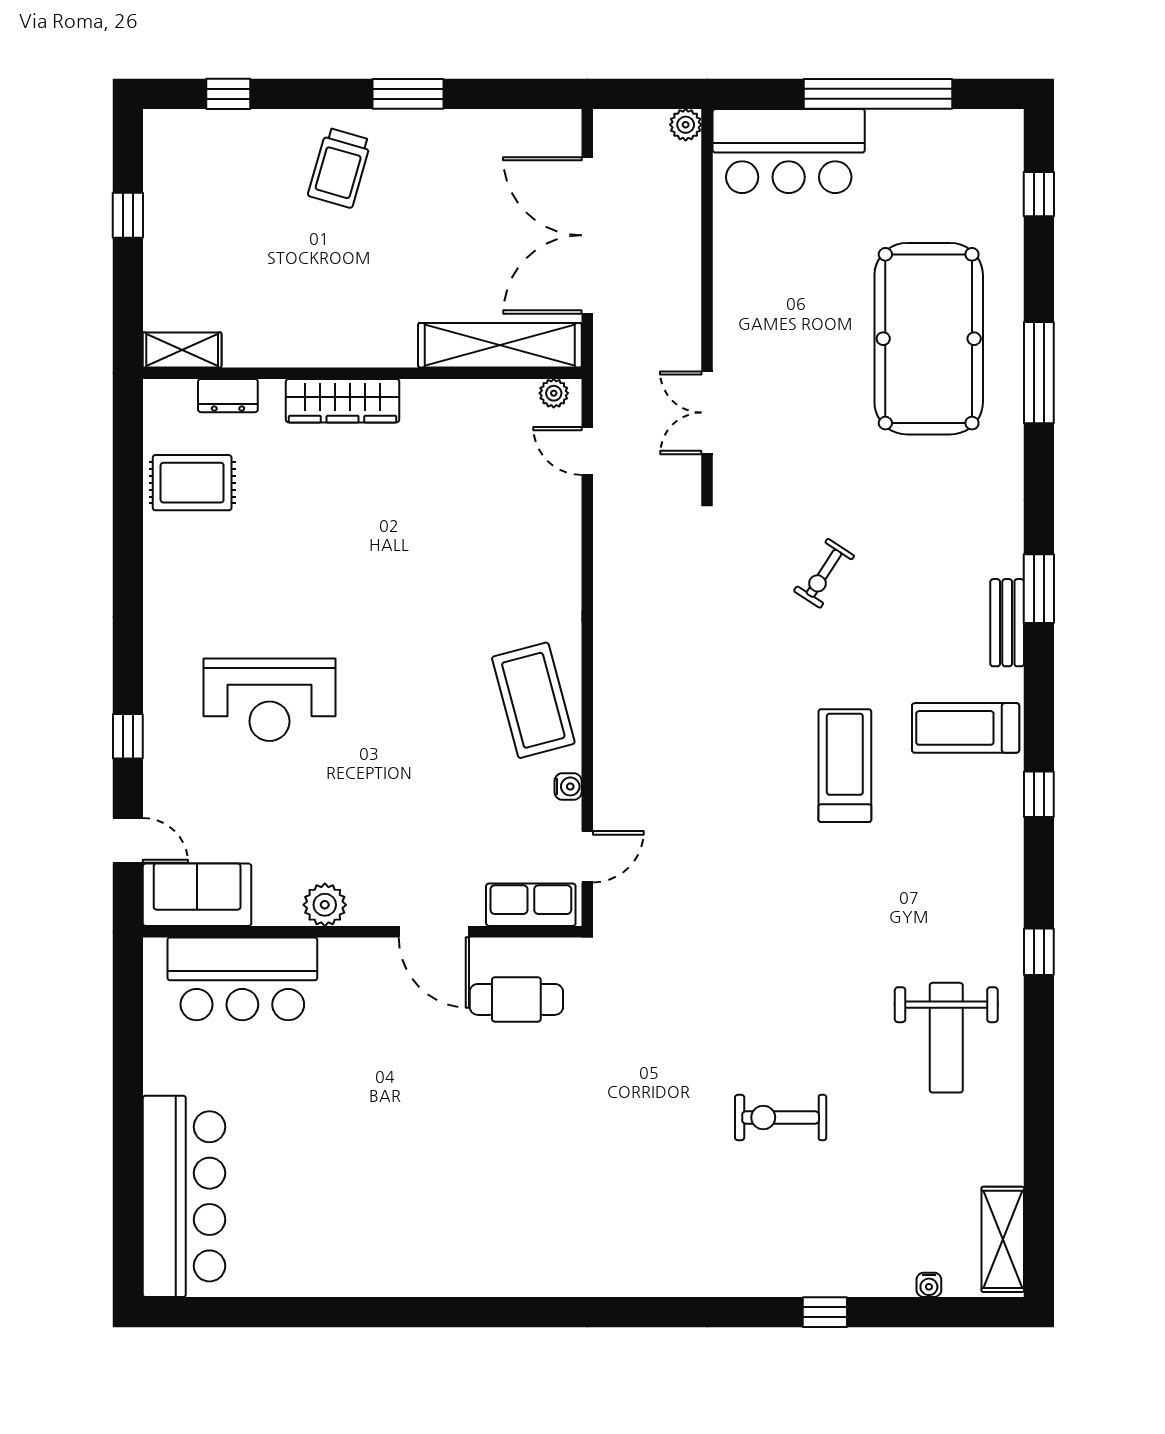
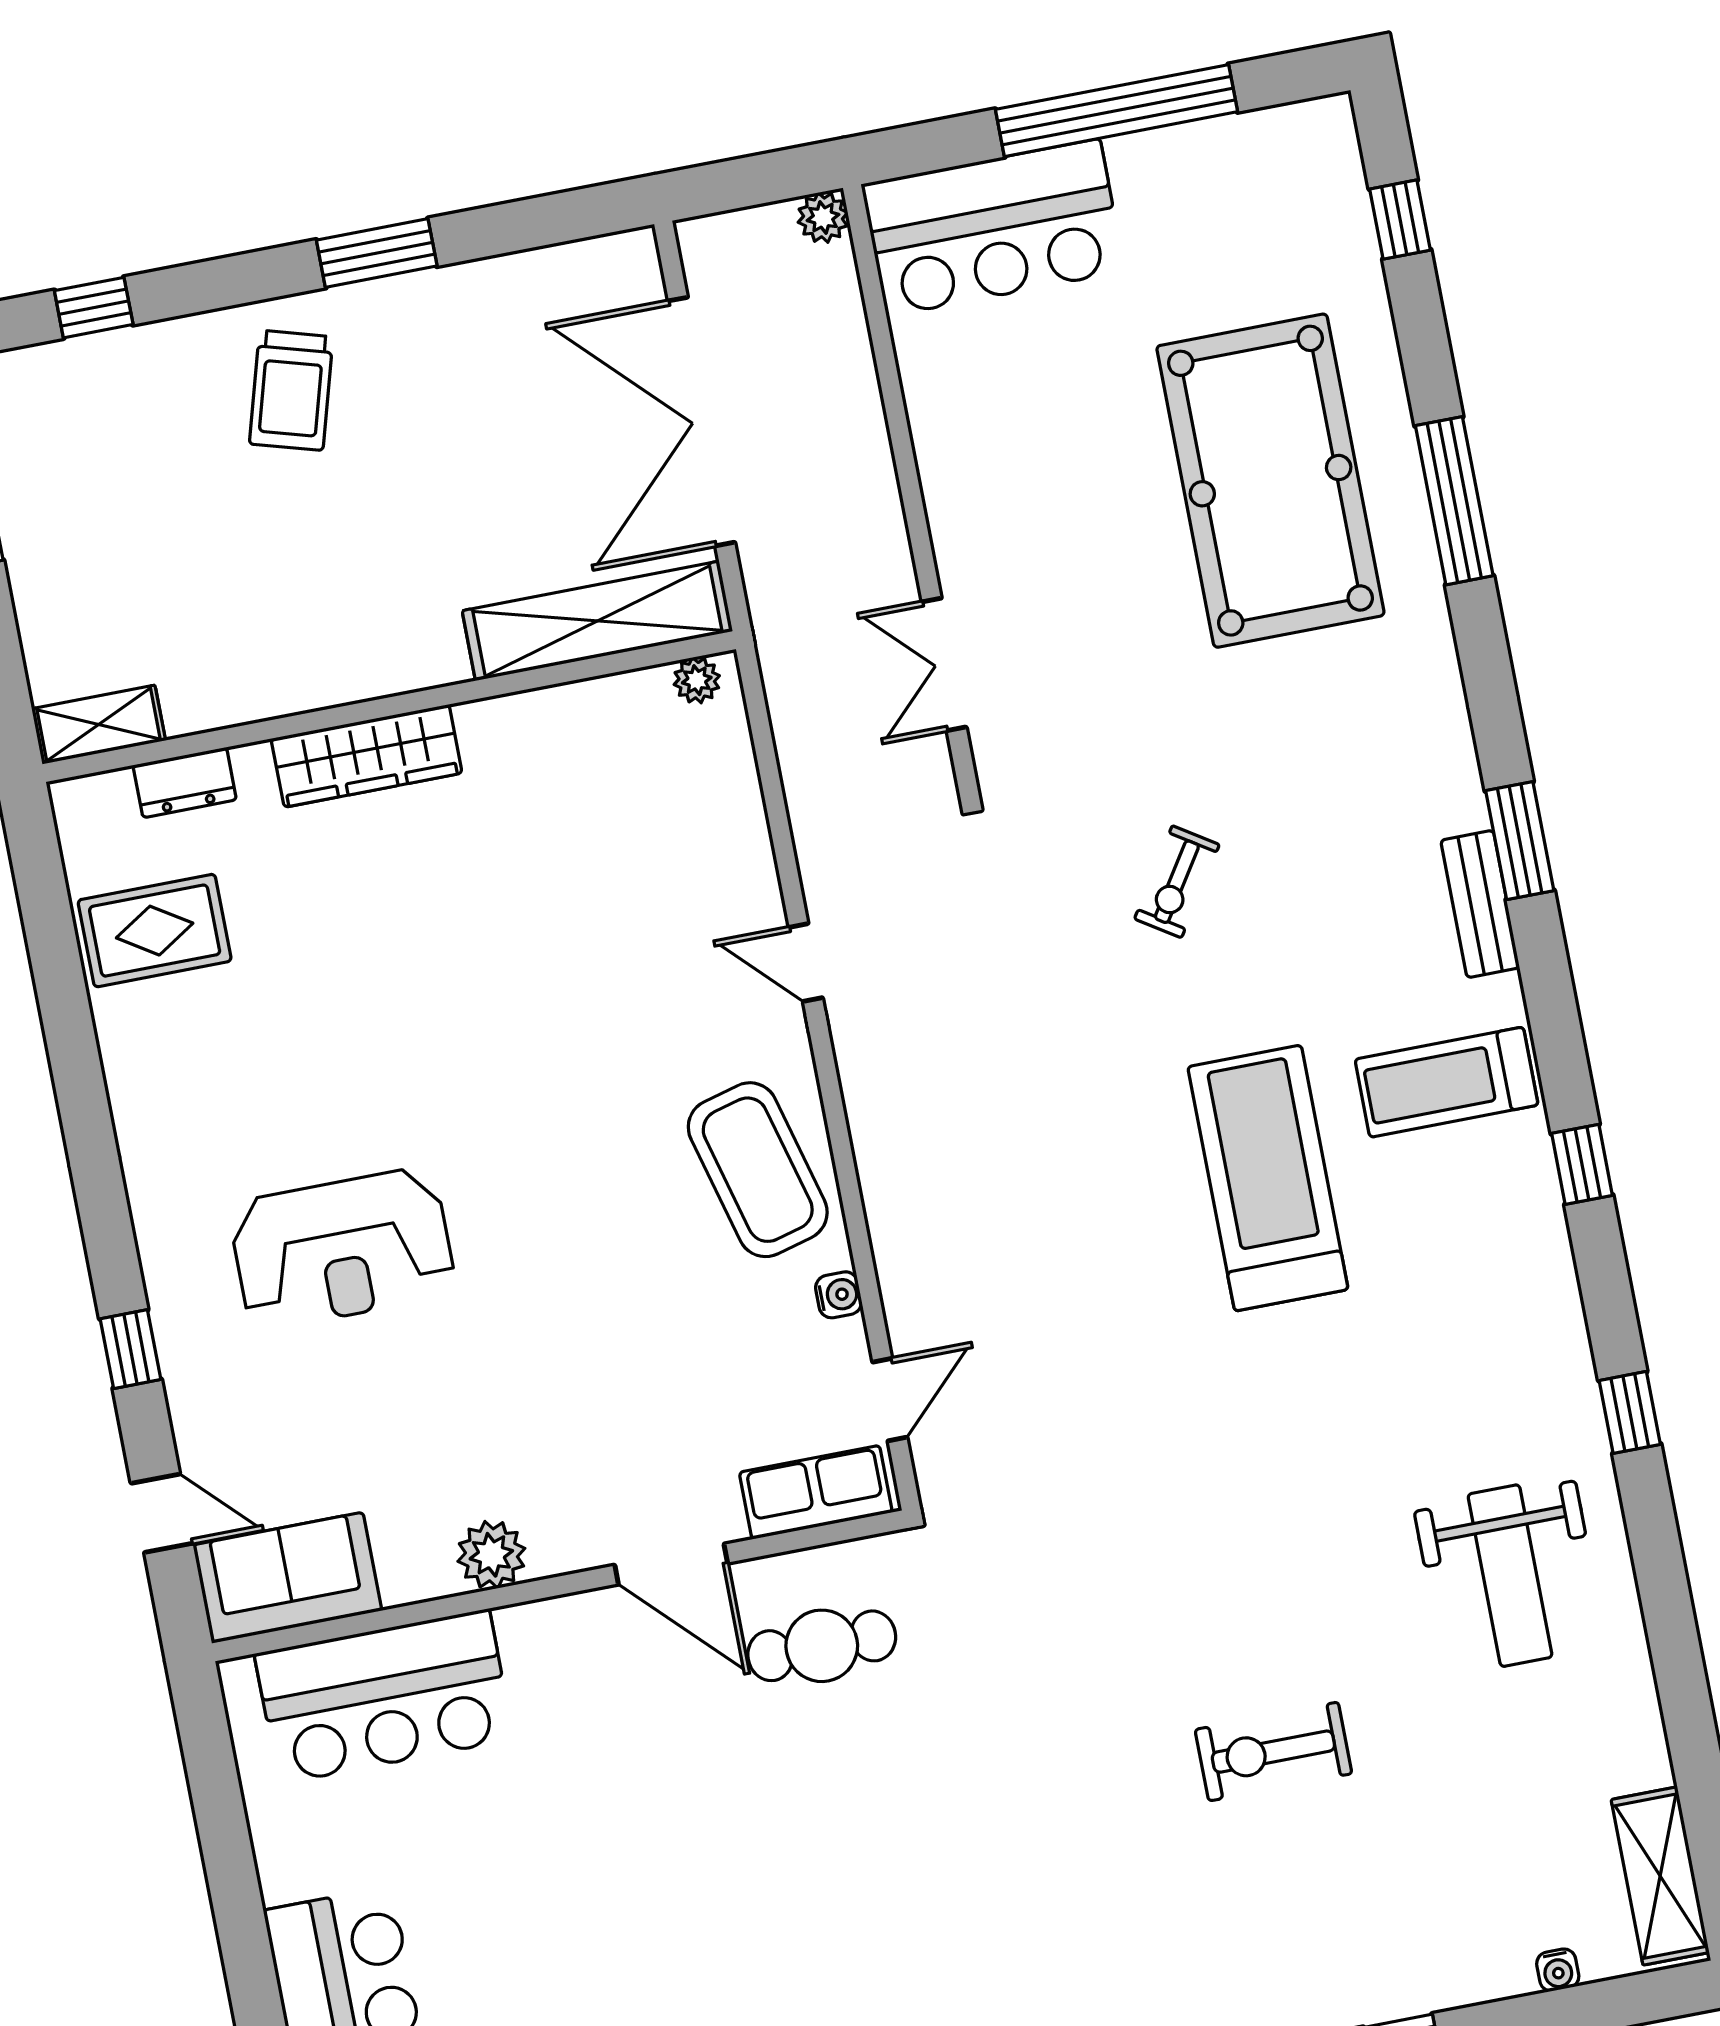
door: (587, 451) -> (806, 962), moved
treadmill: (845, 766) -> (1268, 1178), width x1.37, depth x1.38

